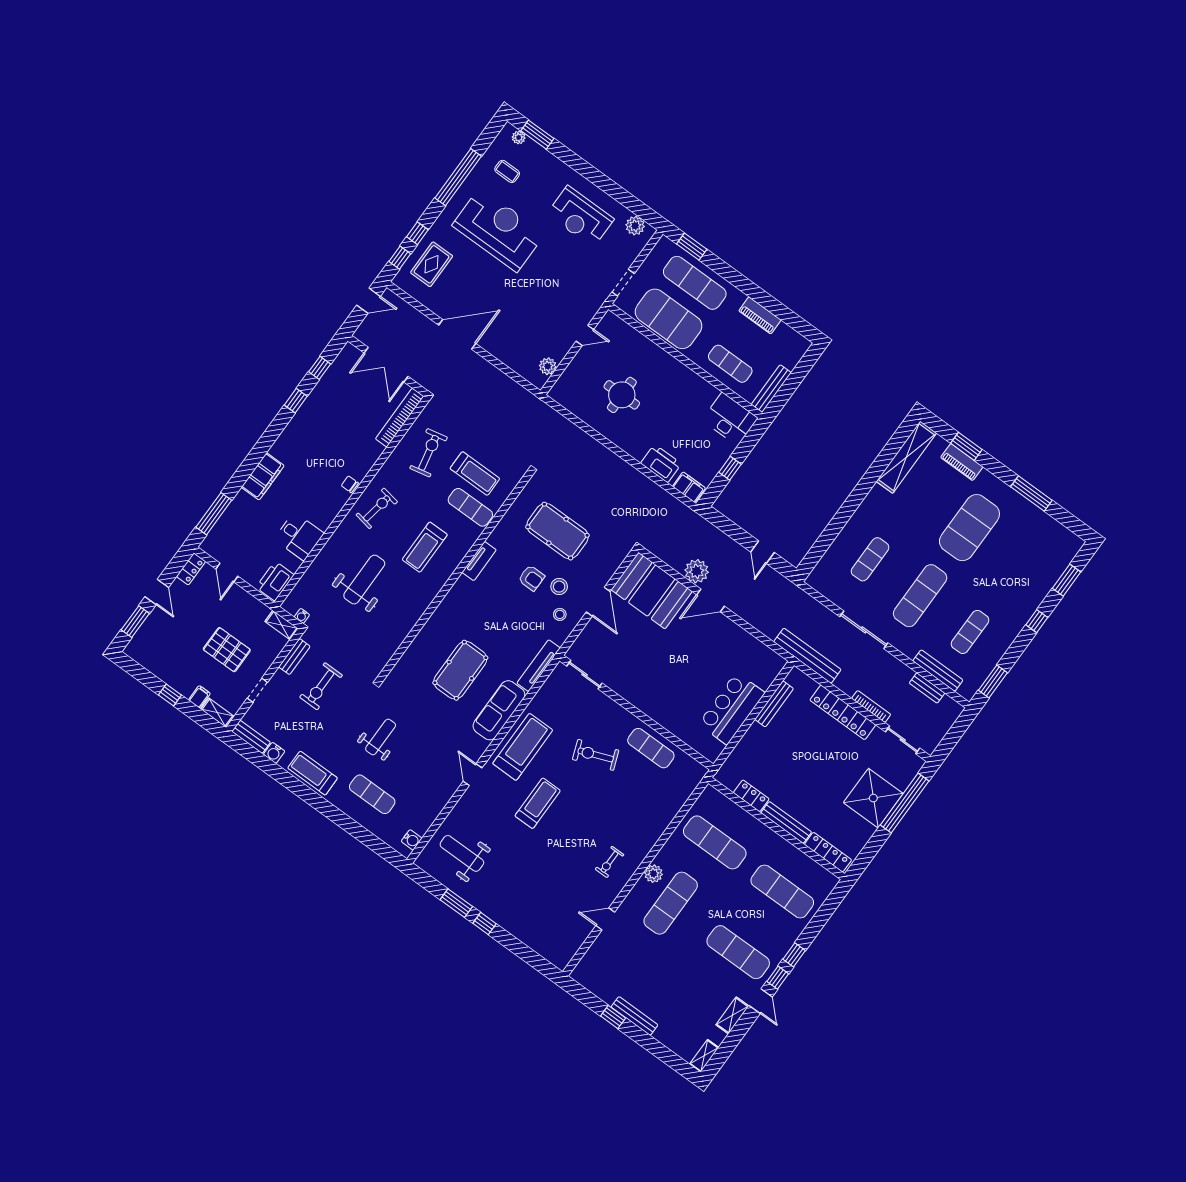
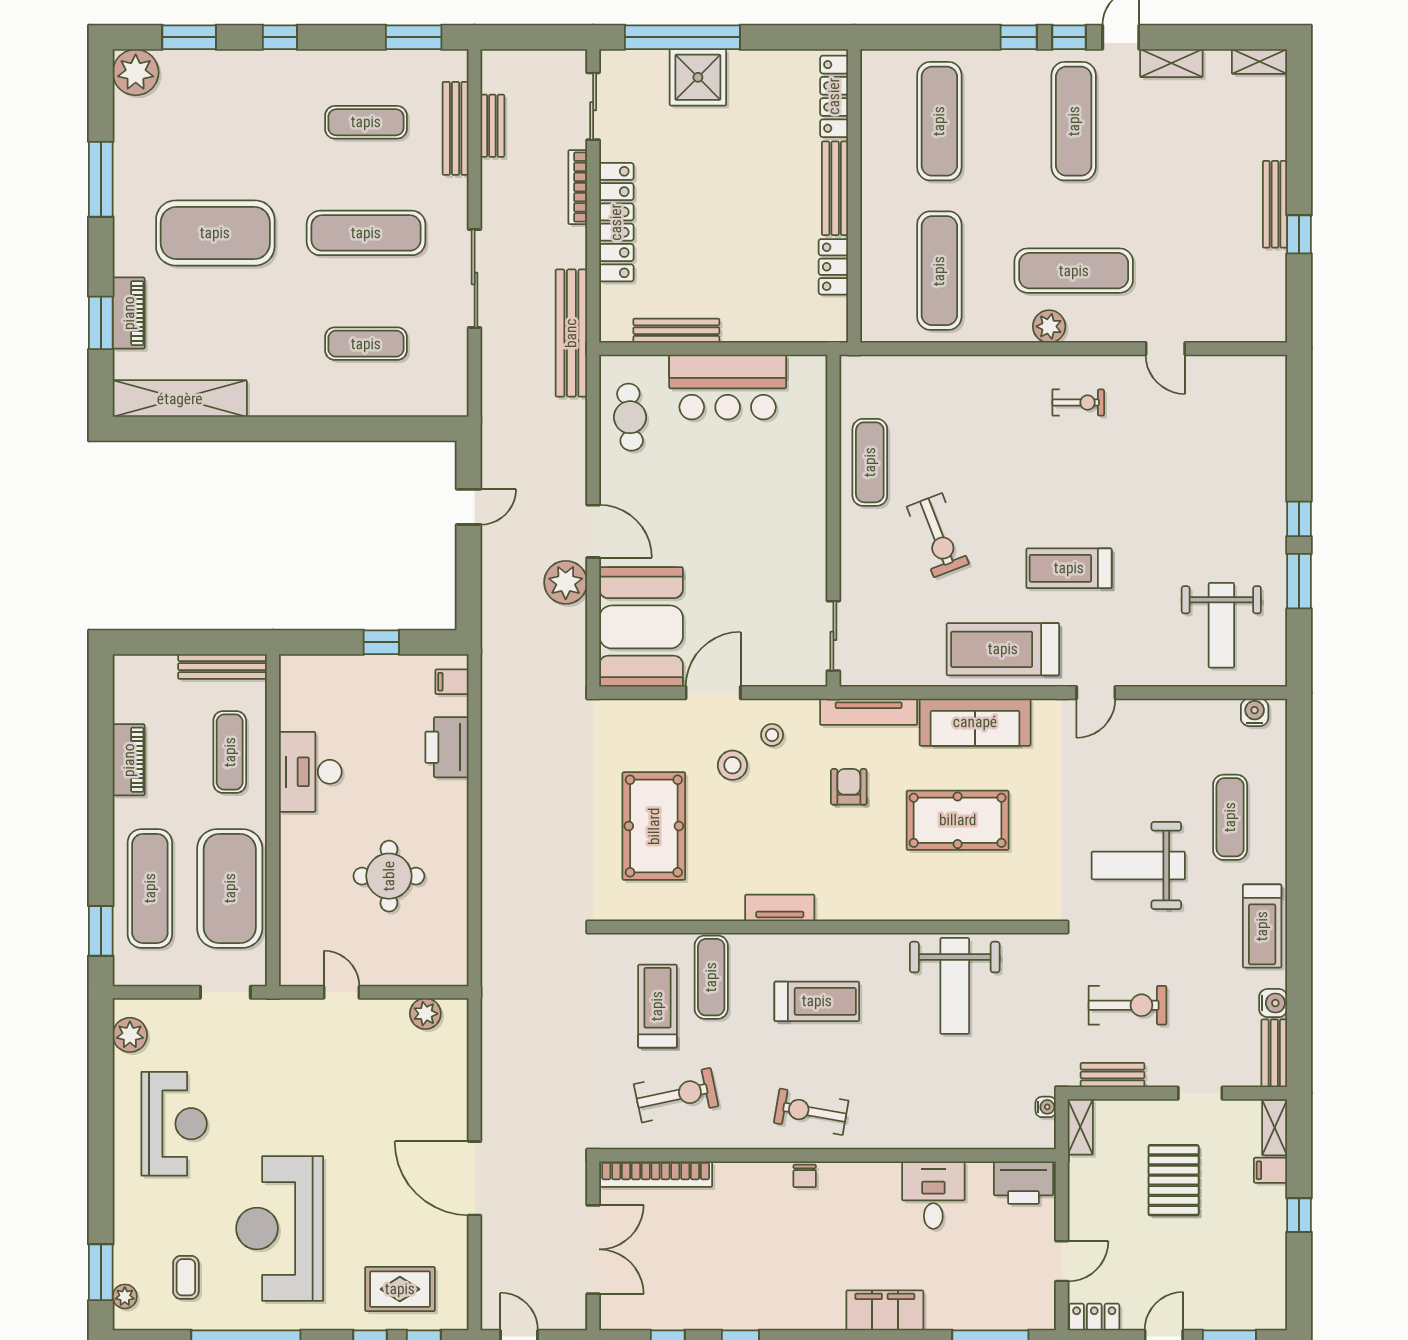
desk: (730, 419) -> (310, 772), moved
exercise bike: (429, 453) -> (676, 1095), turned 180
filing cabinet: (689, 487) -> (452, 682), width x0.50
plant: (1068, 544) -> (136, 72), added
armchair: (531, 578) -> (849, 787), moved
weight bench: (364, 580) -> (955, 986), moved, turned -90
cafe table: (750, 655) -> (630, 417), added
weight bench: (381, 737) -> (1138, 866), width x1.36, depth x1.33
shower: (873, 798) -> (698, 77), width x0.73, depth x0.73

